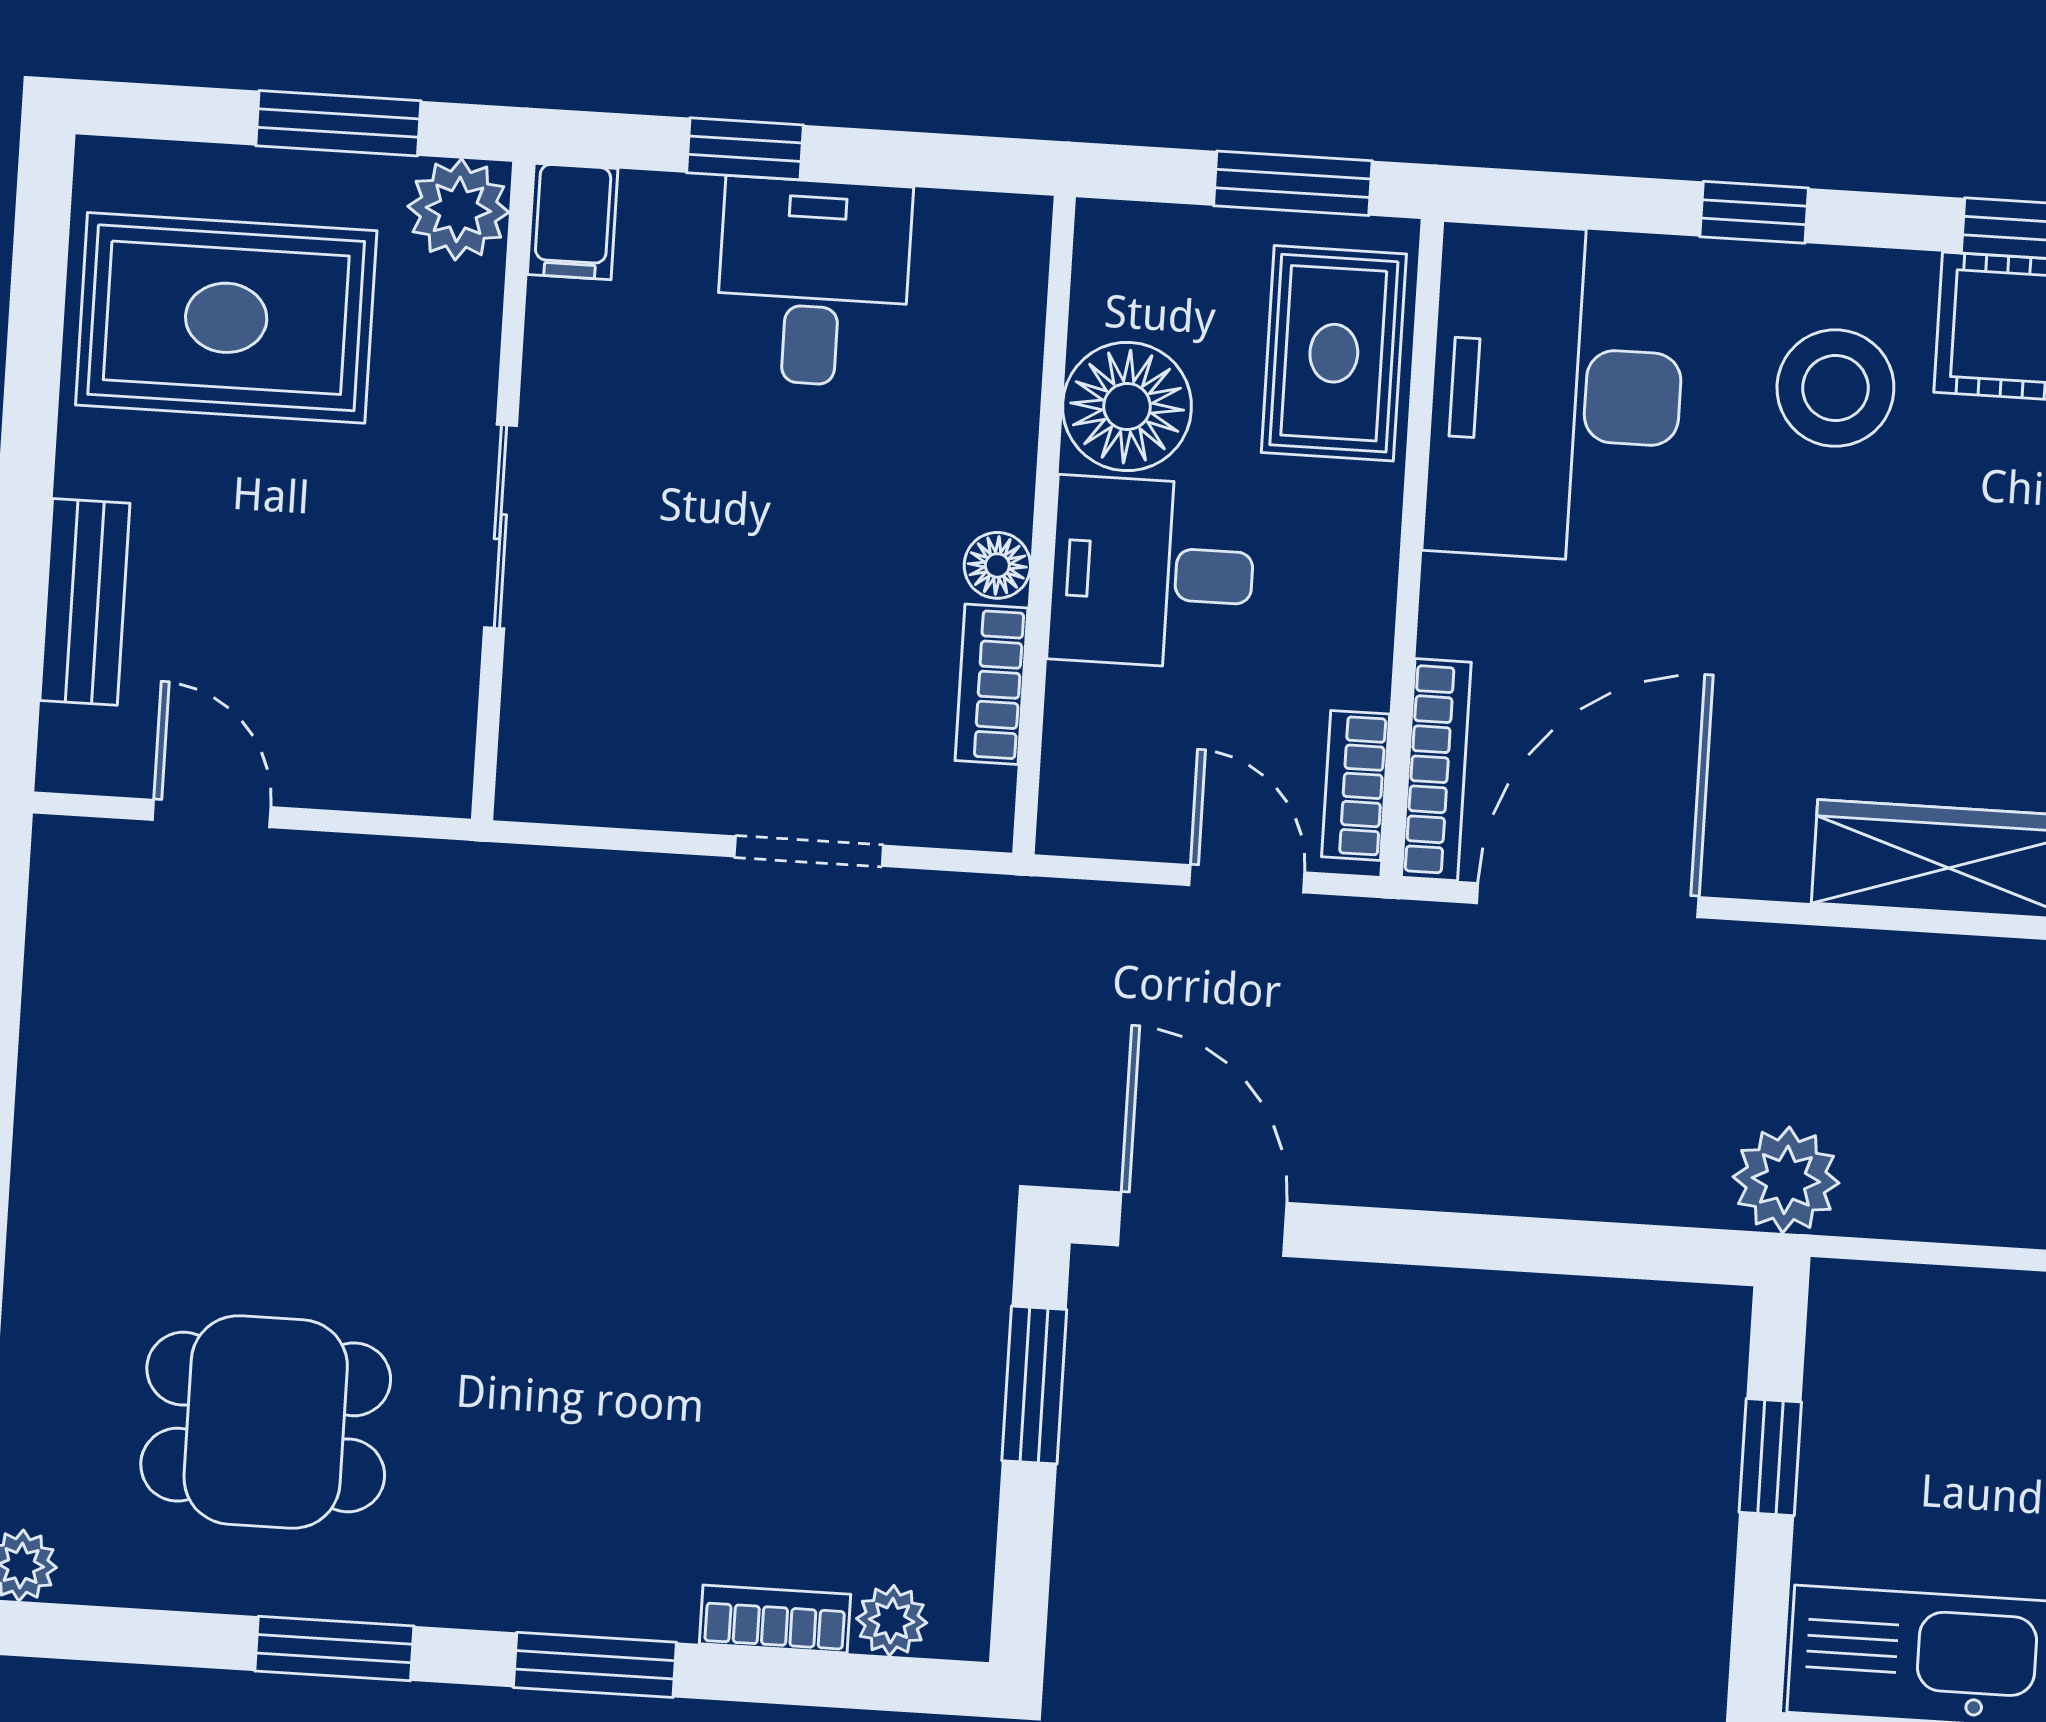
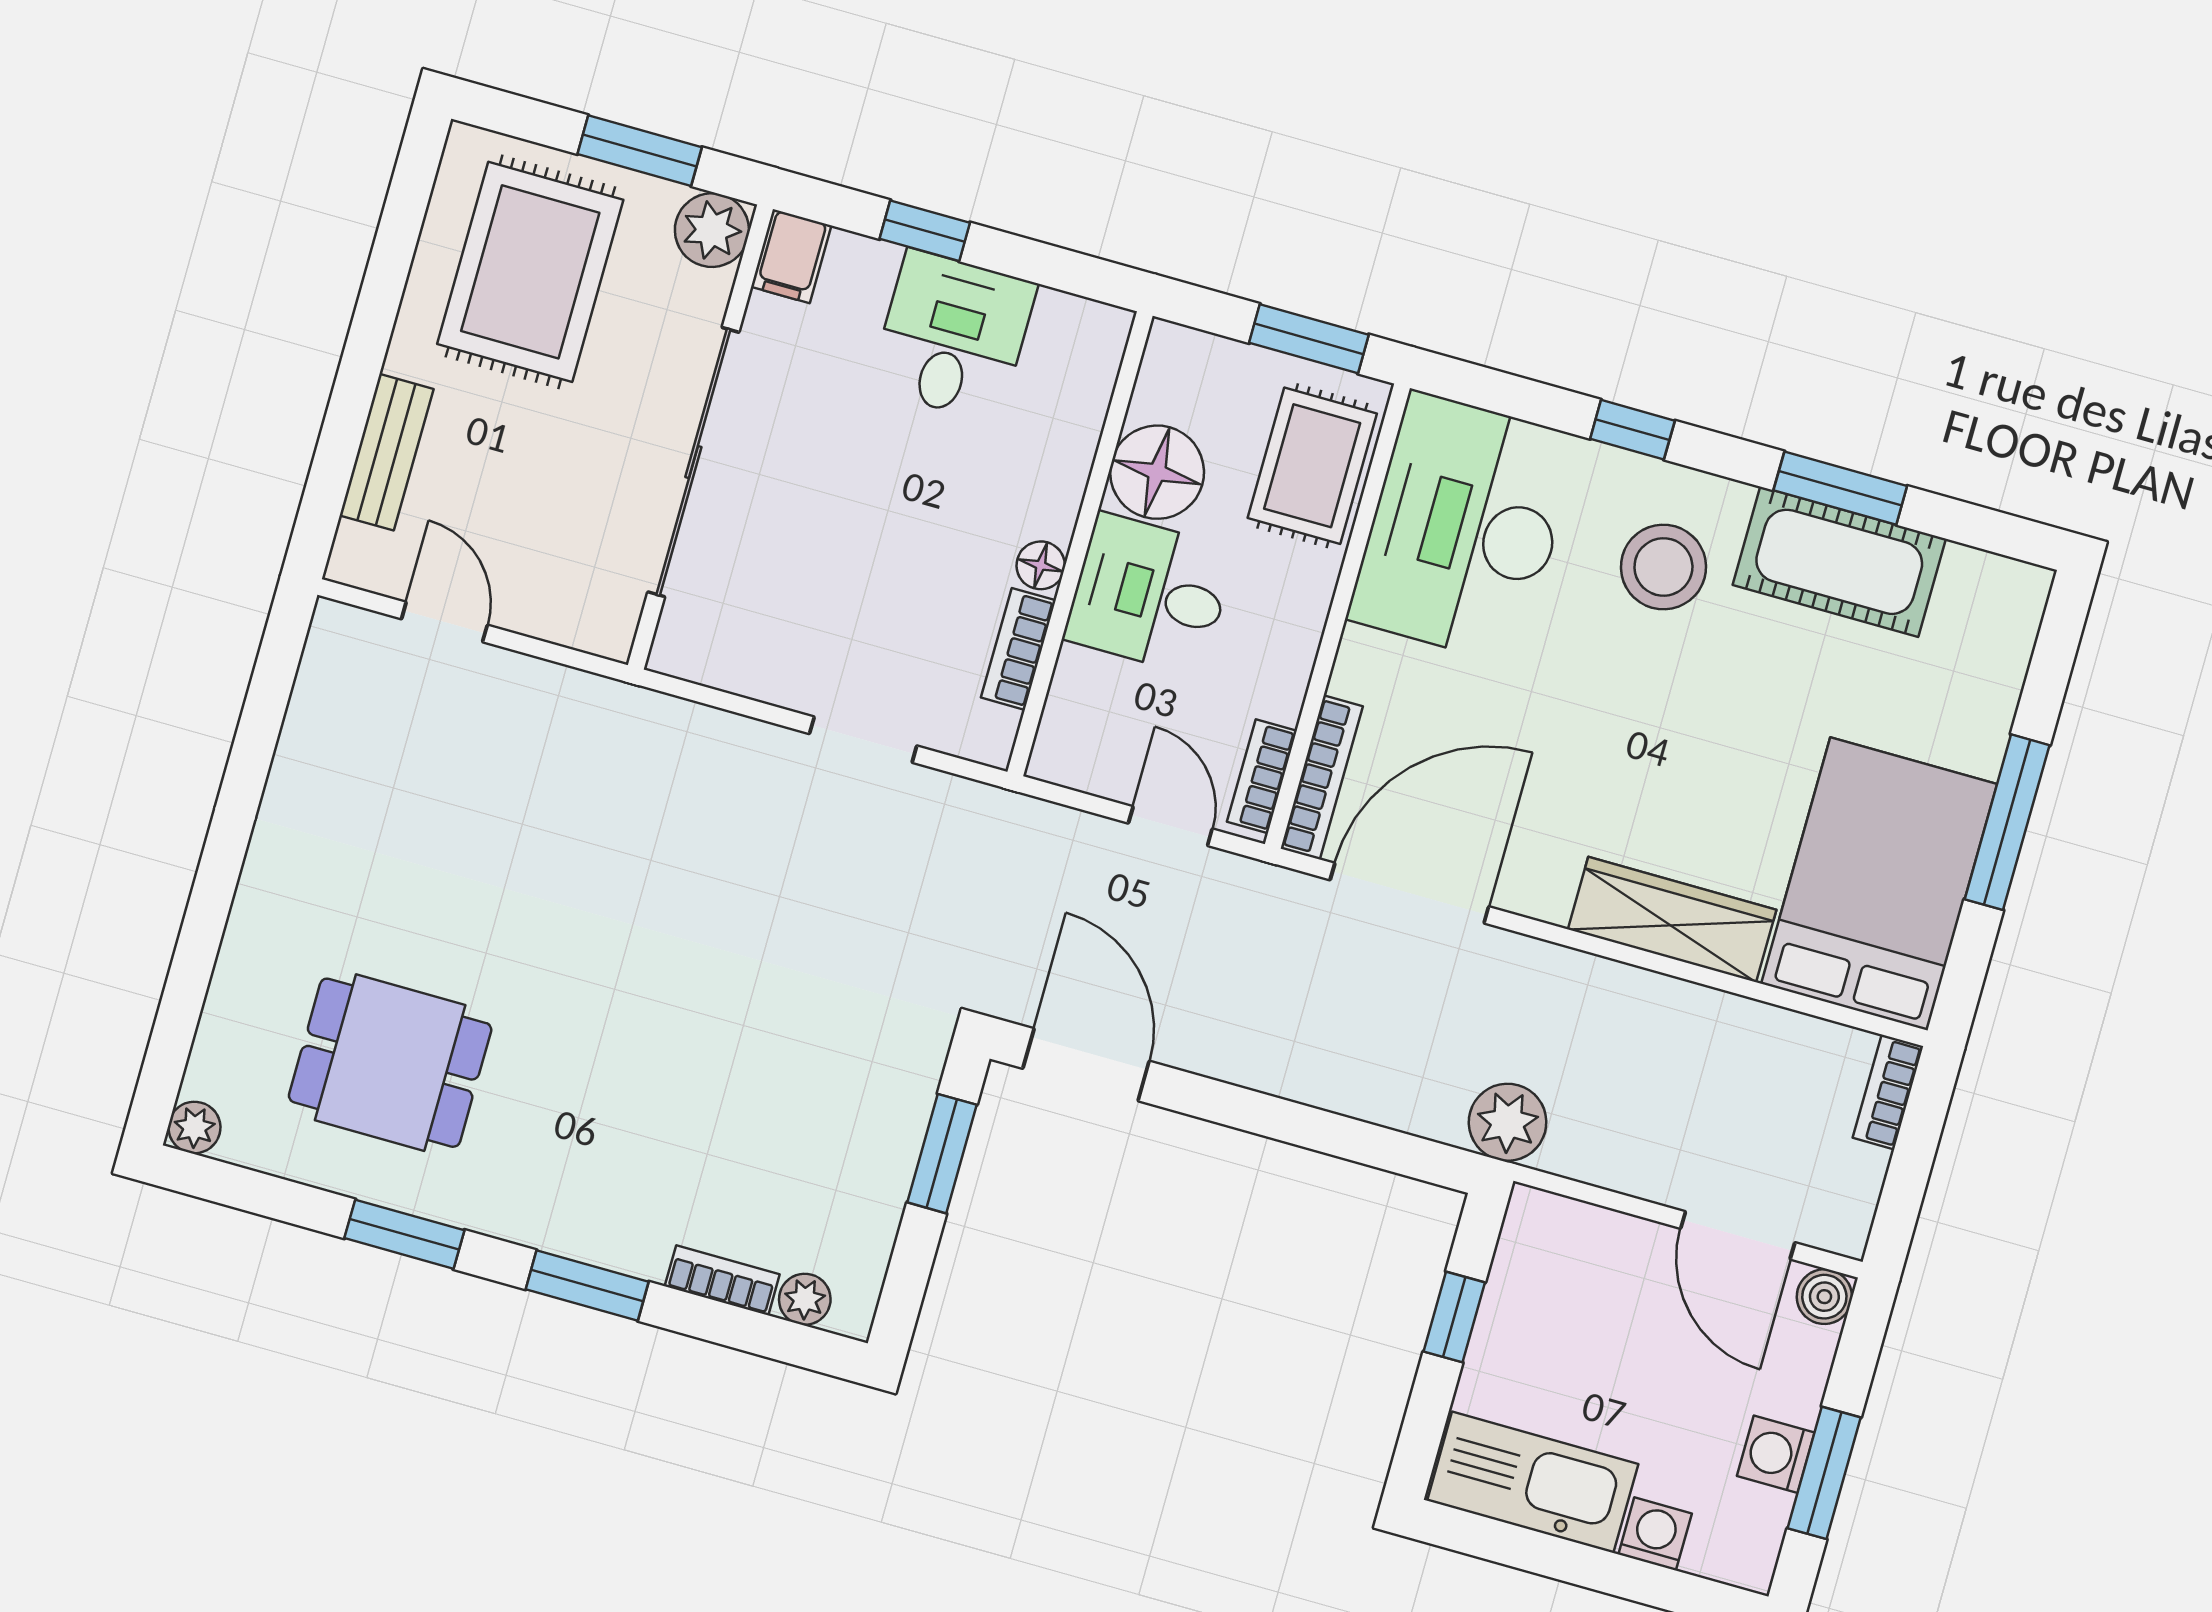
rug: (226, 318) -> (530, 272), turned 90
sliding door: (500, 527) -> (693, 462), width x1.86

